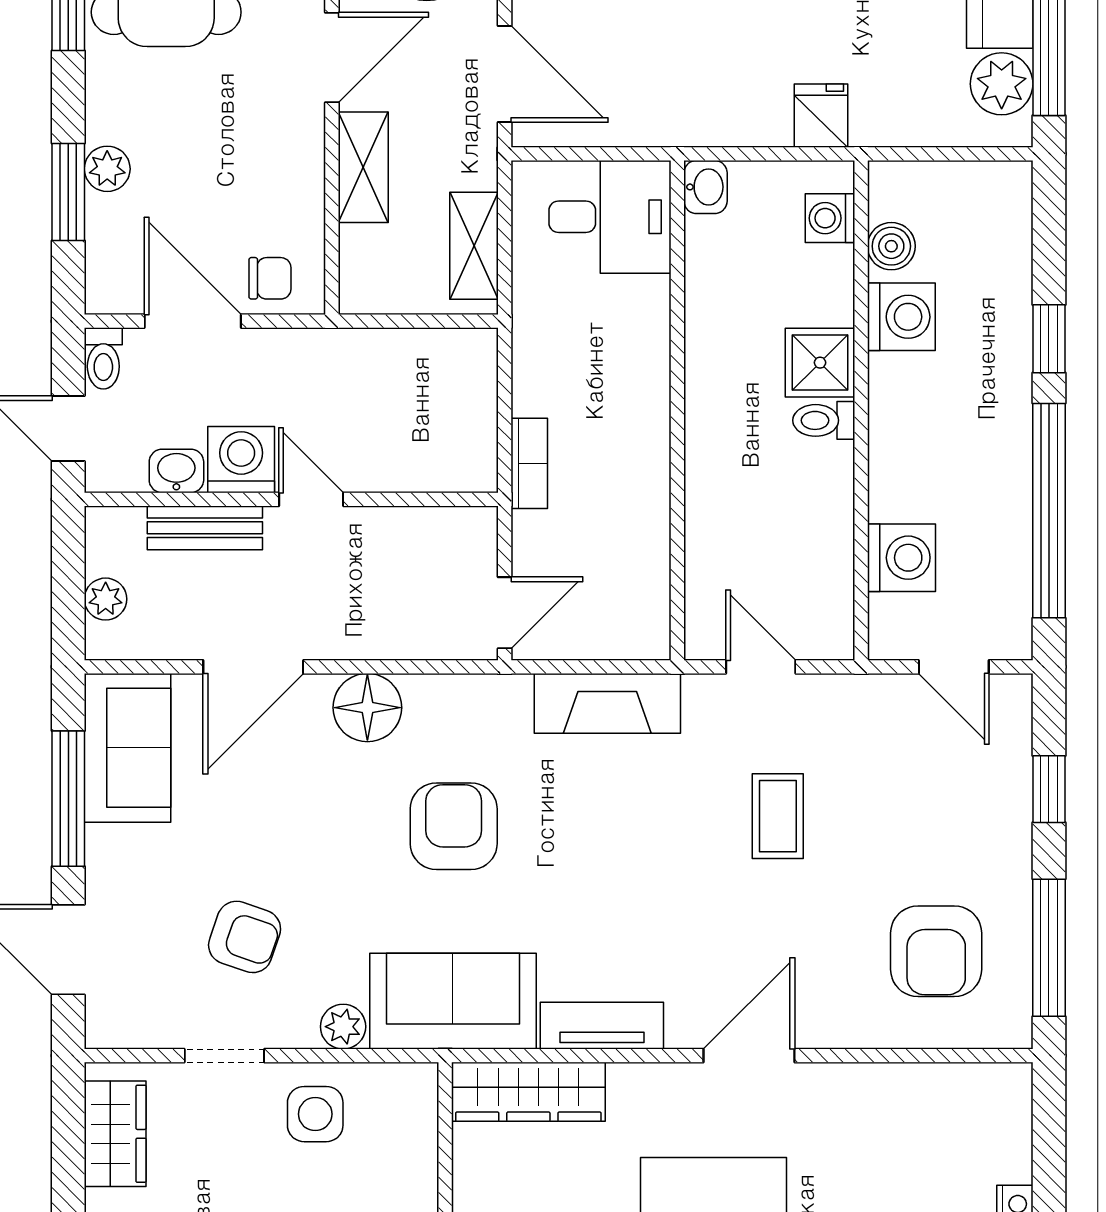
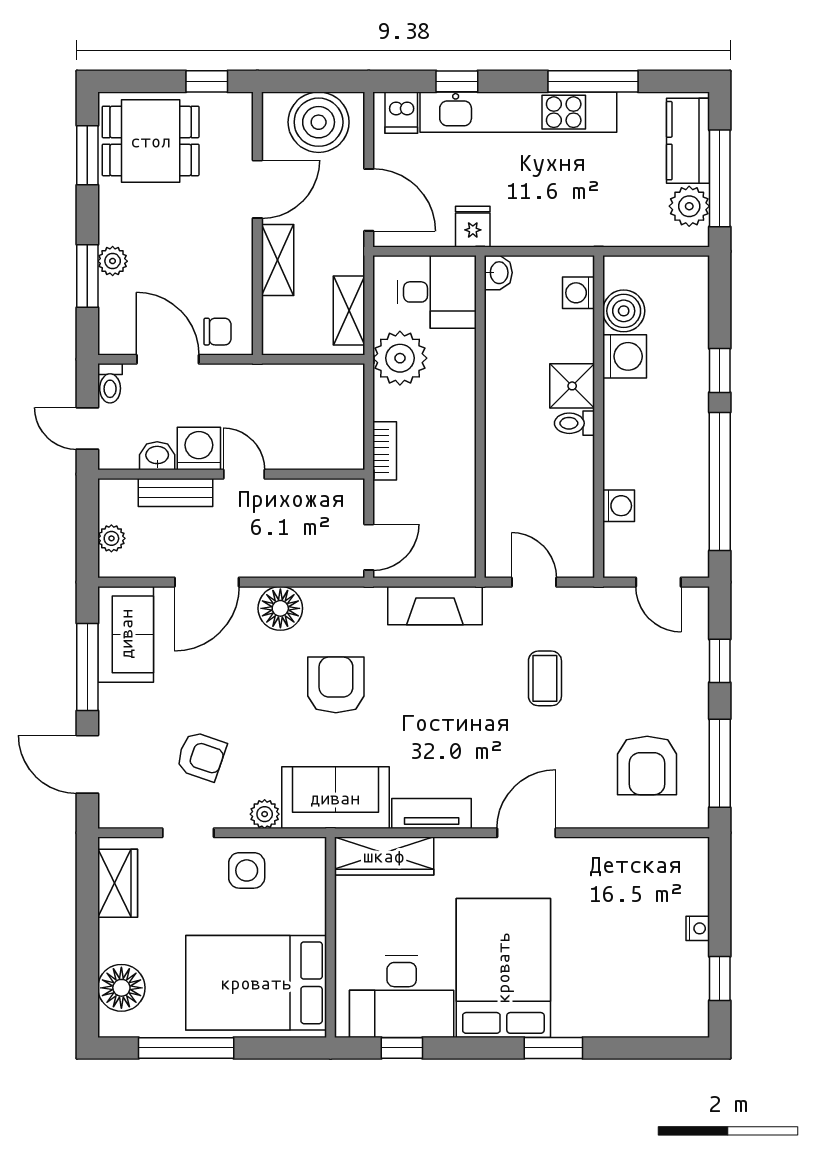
fridge: (821, 116) -> (473, 227), moved
boiler: (891, 246) -> (624, 311), width x1.36, depth x1.36
plant: (553, 319) -> (400, 358), added
washing machine: (901, 558) -> (619, 506), width x0.73, depth x0.73

